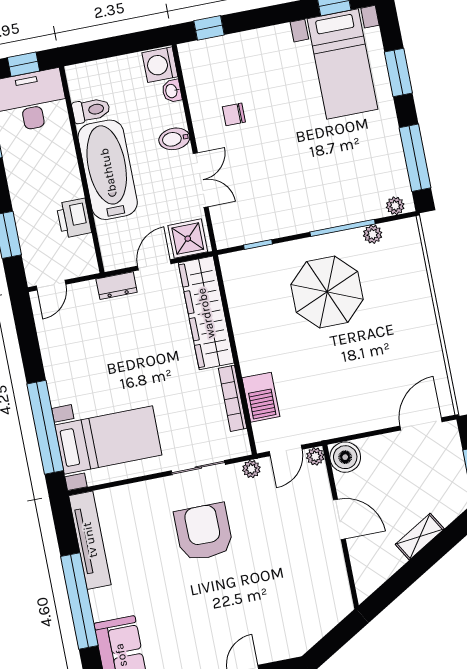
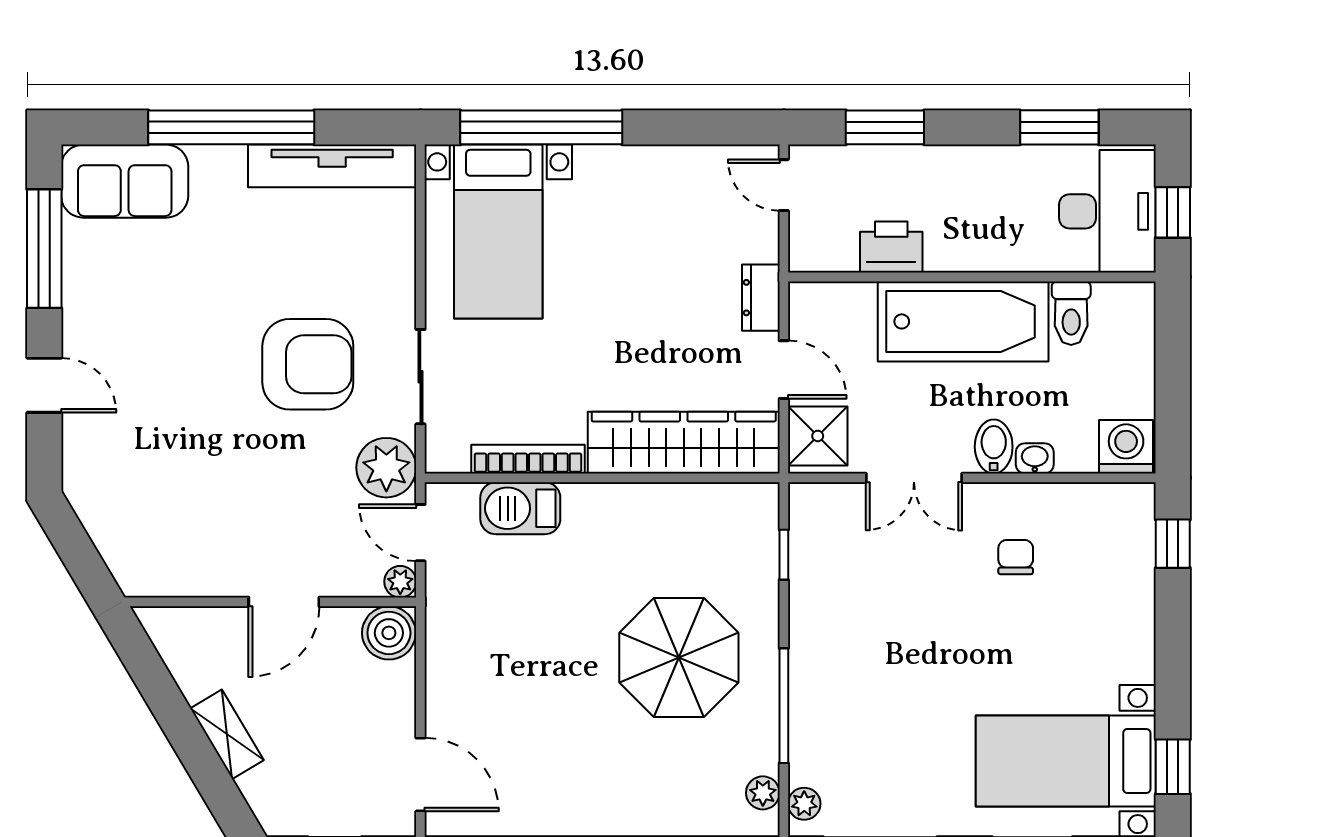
washbasin: (172, 91) -> (1035, 458), moved
plant: (373, 234) -> (763, 793), moved
plant: (251, 469) -> (386, 468), width x1.87, depth x1.87

